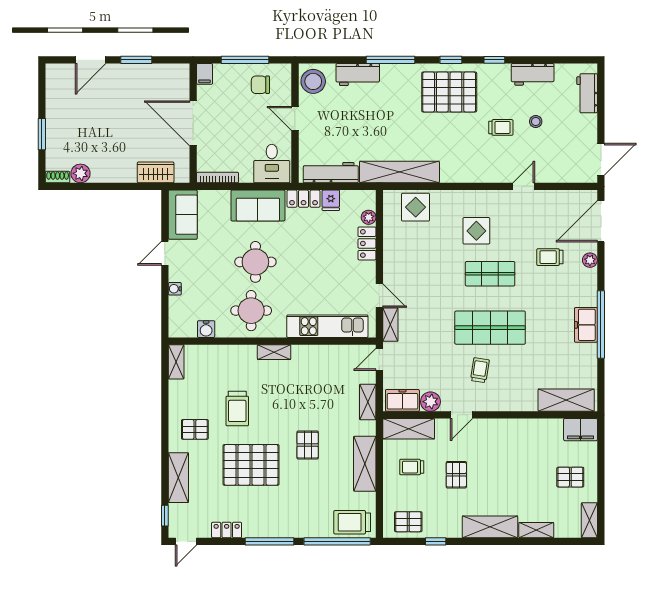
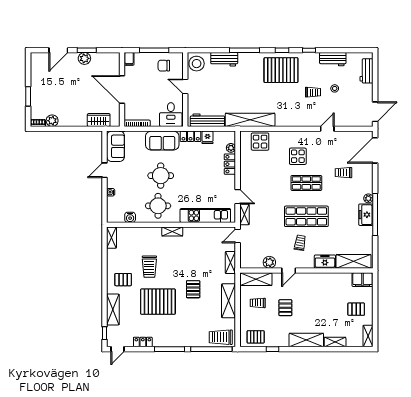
plant: (133, 73) -> (84, 58), added
plant: (590, 260) -> (368, 198), moved
freezer: (402, 400) -> (325, 262), moved

